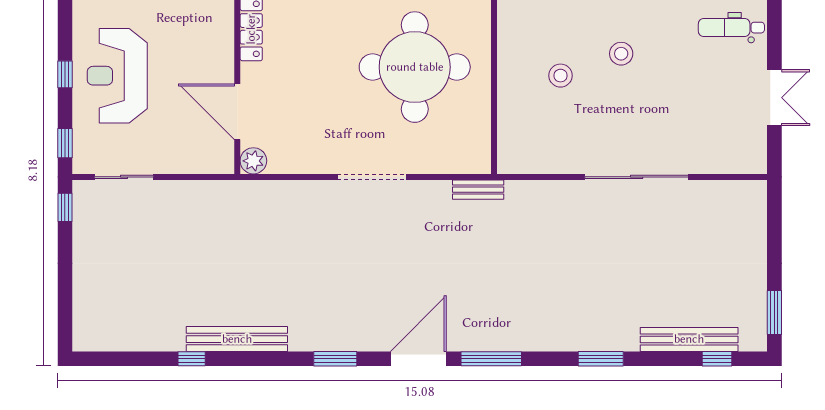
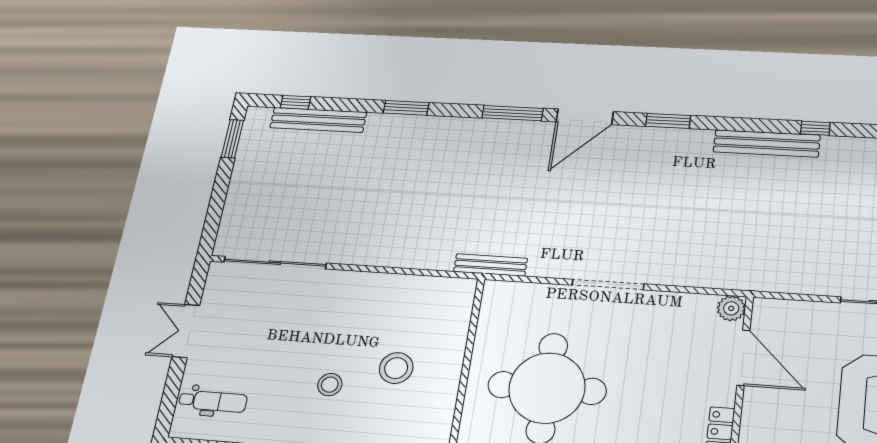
stool: (561, 76) -> (396, 368), width x1.38, depth x1.38
sliding door: (637, 177) -> (275, 263), moved
bench: (478, 190) -> (490, 265), width x1.36

